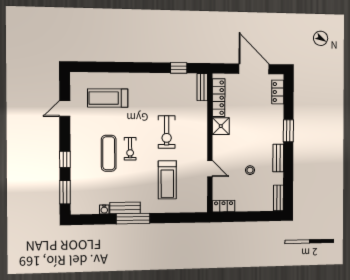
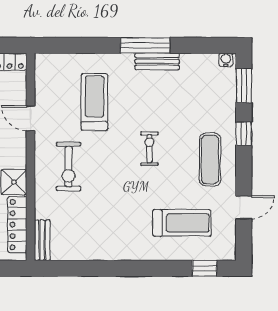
window: (179, 68) -> (205, 268), moved
exercise bike: (167, 132) -> (69, 167), moved, turned 180
exercise mat: (109, 153) -> (210, 160), moved
water cooler: (104, 209) -> (226, 60), moved

